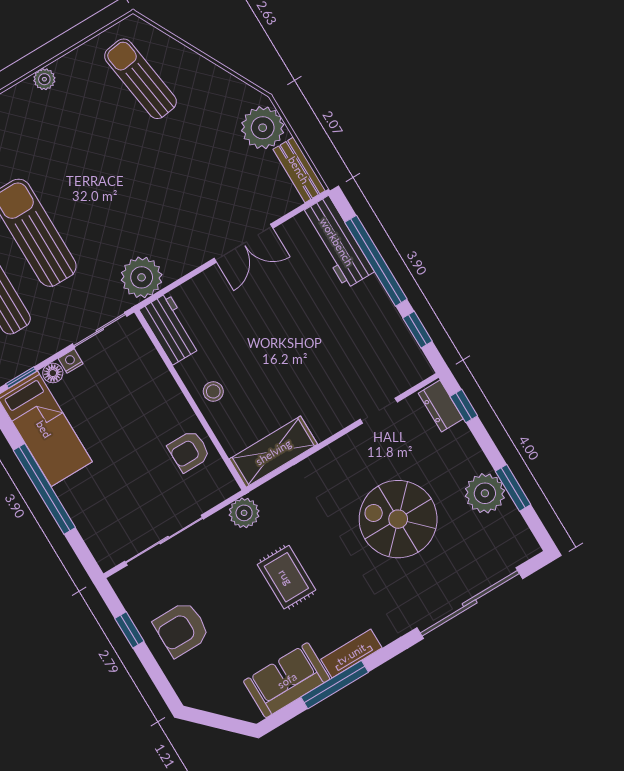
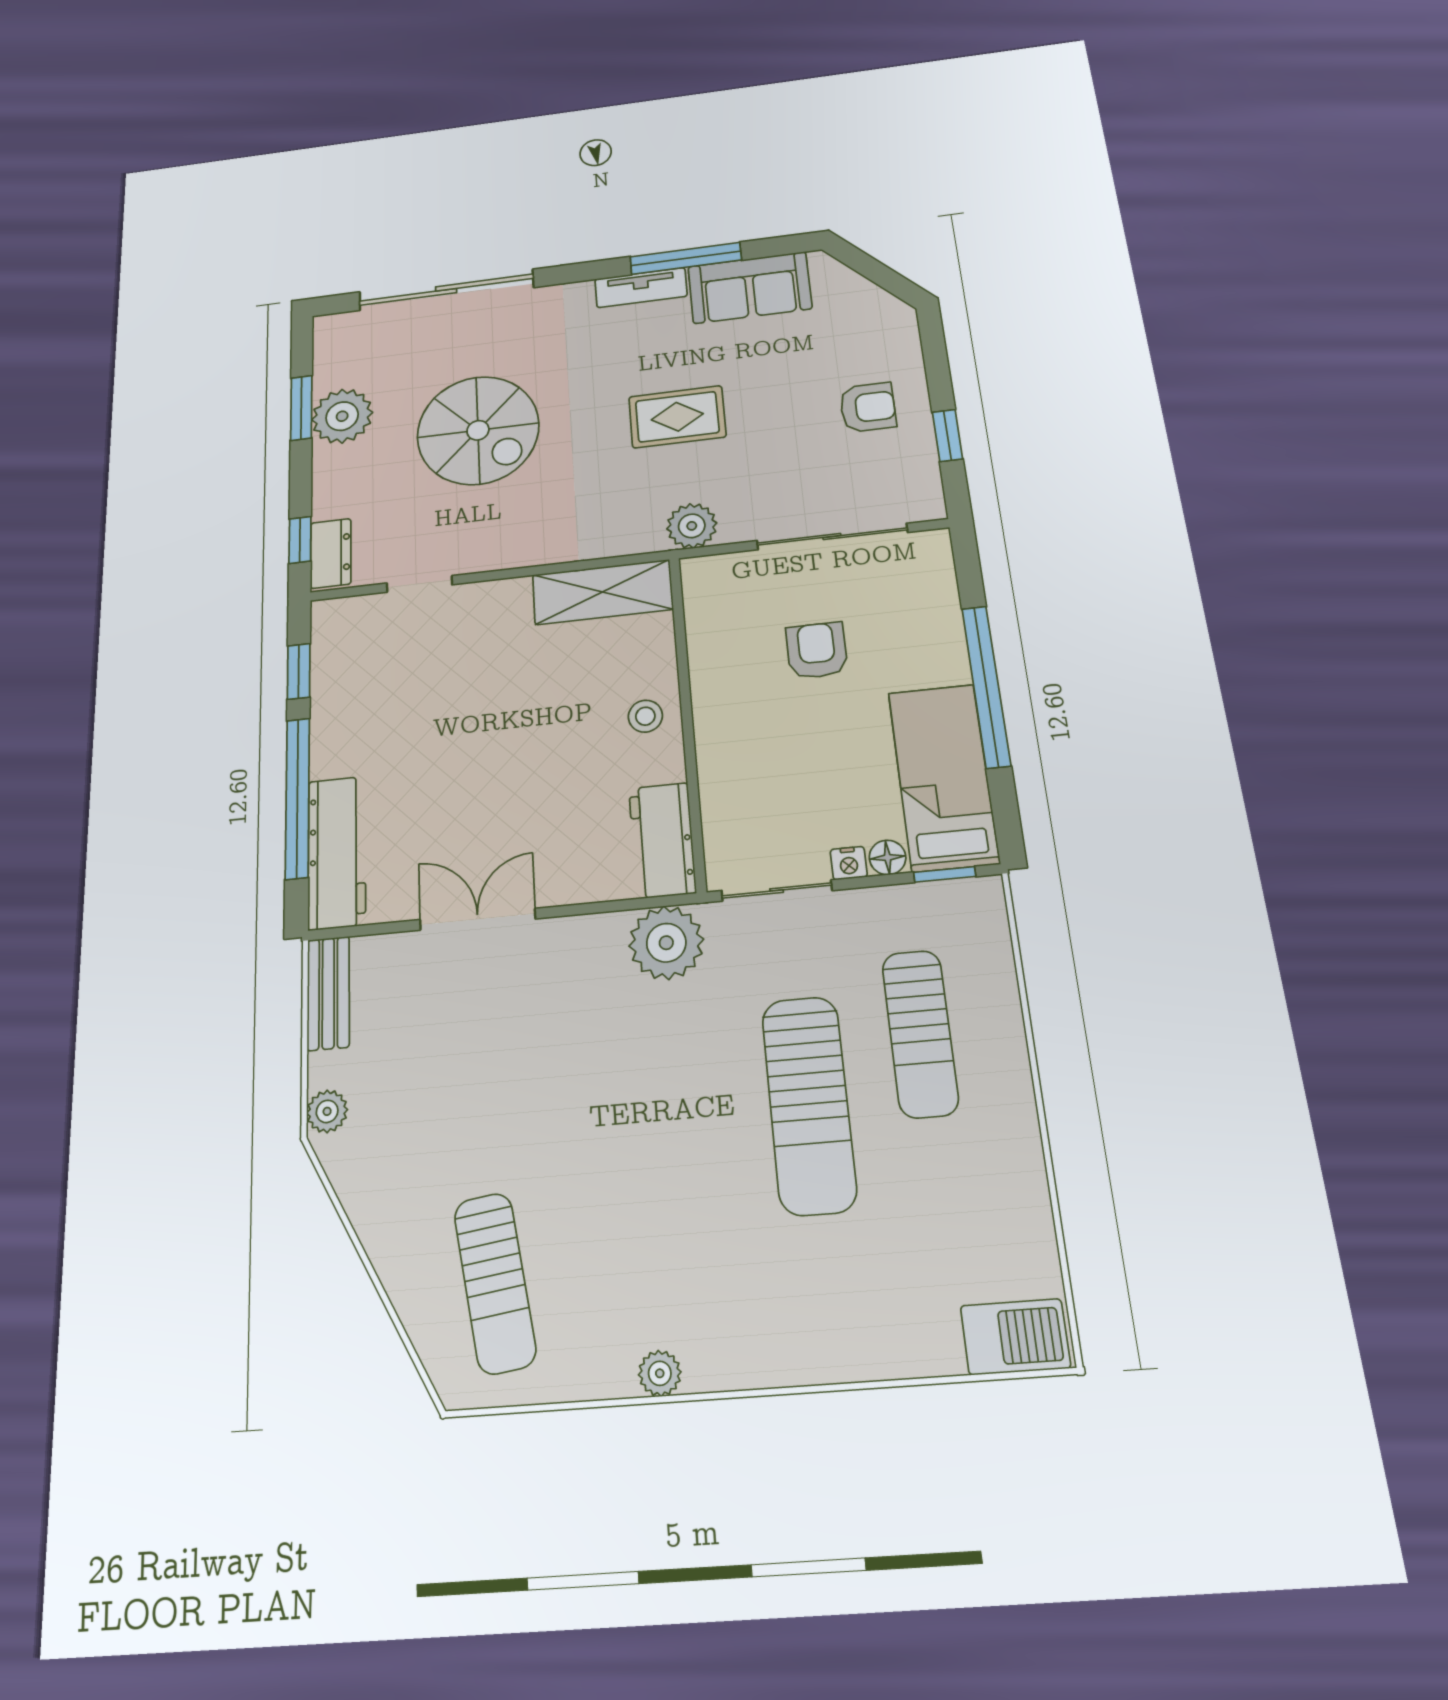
plant: (263, 128) -> (327, 1111), width x0.53, depth x0.53
armchair: (189, 451) -> (817, 651), moved, turned -90
rug: (286, 577) -> (677, 417), turned 90
armchair: (181, 629) -> (868, 407), width x0.72, depth x0.72

